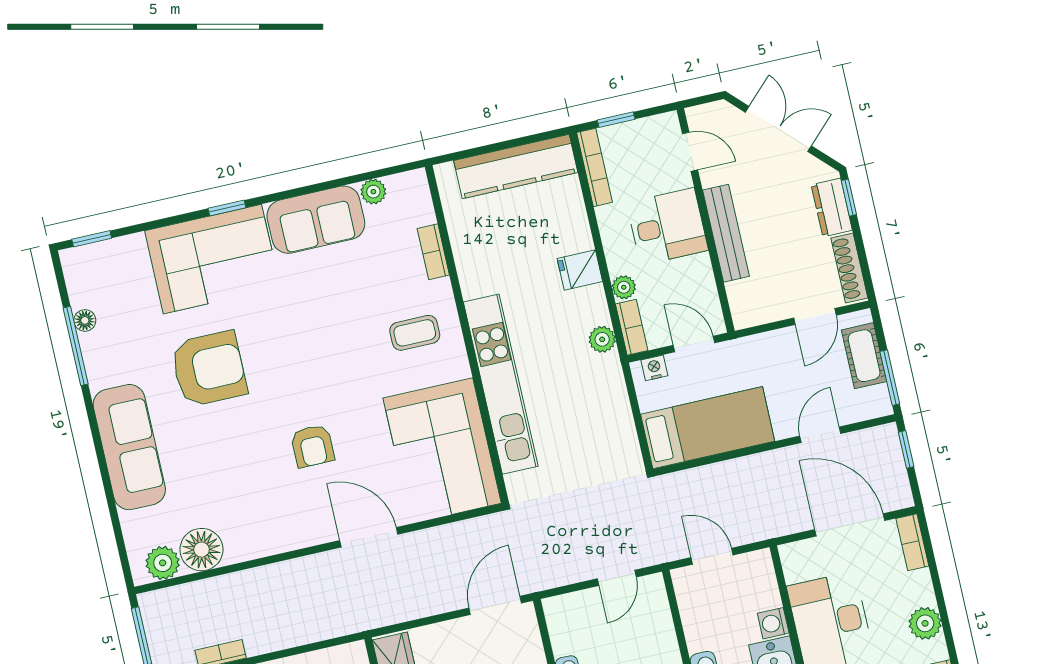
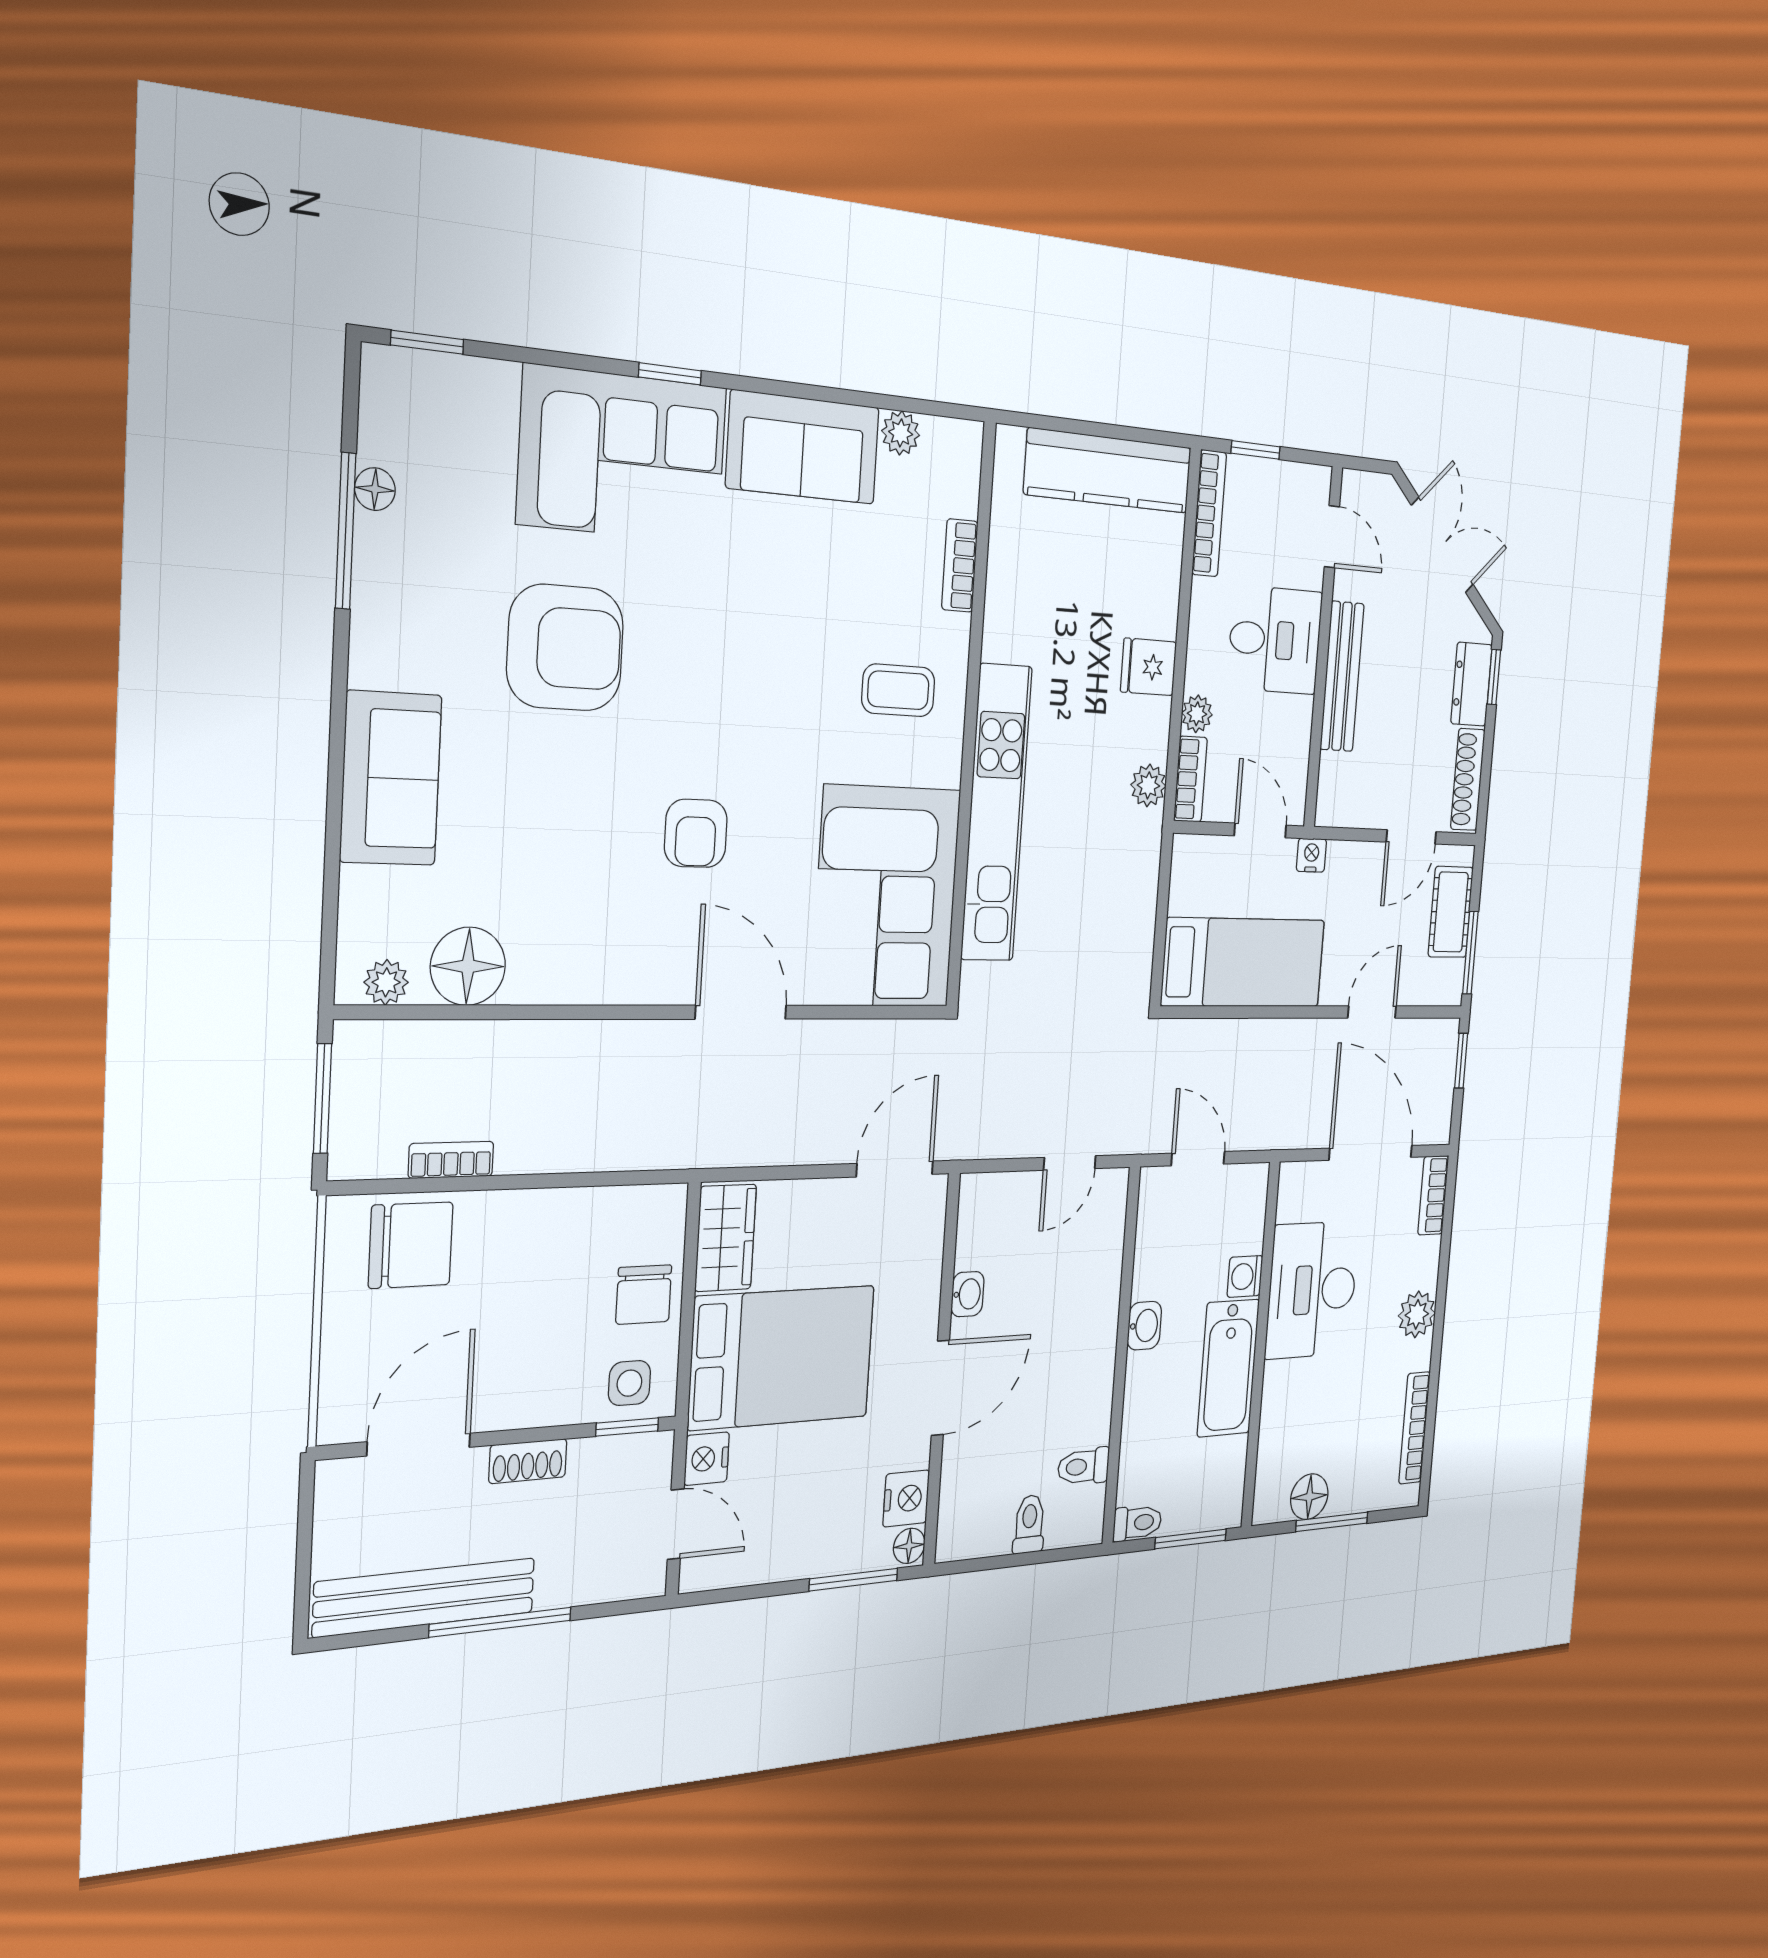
nightstand: (654, 368) -> (1311, 855), moved
sofa: (129, 447) -> (391, 778), width x0.73
plant: (163, 563) -> (386, 982), width x0.73, depth x0.73

